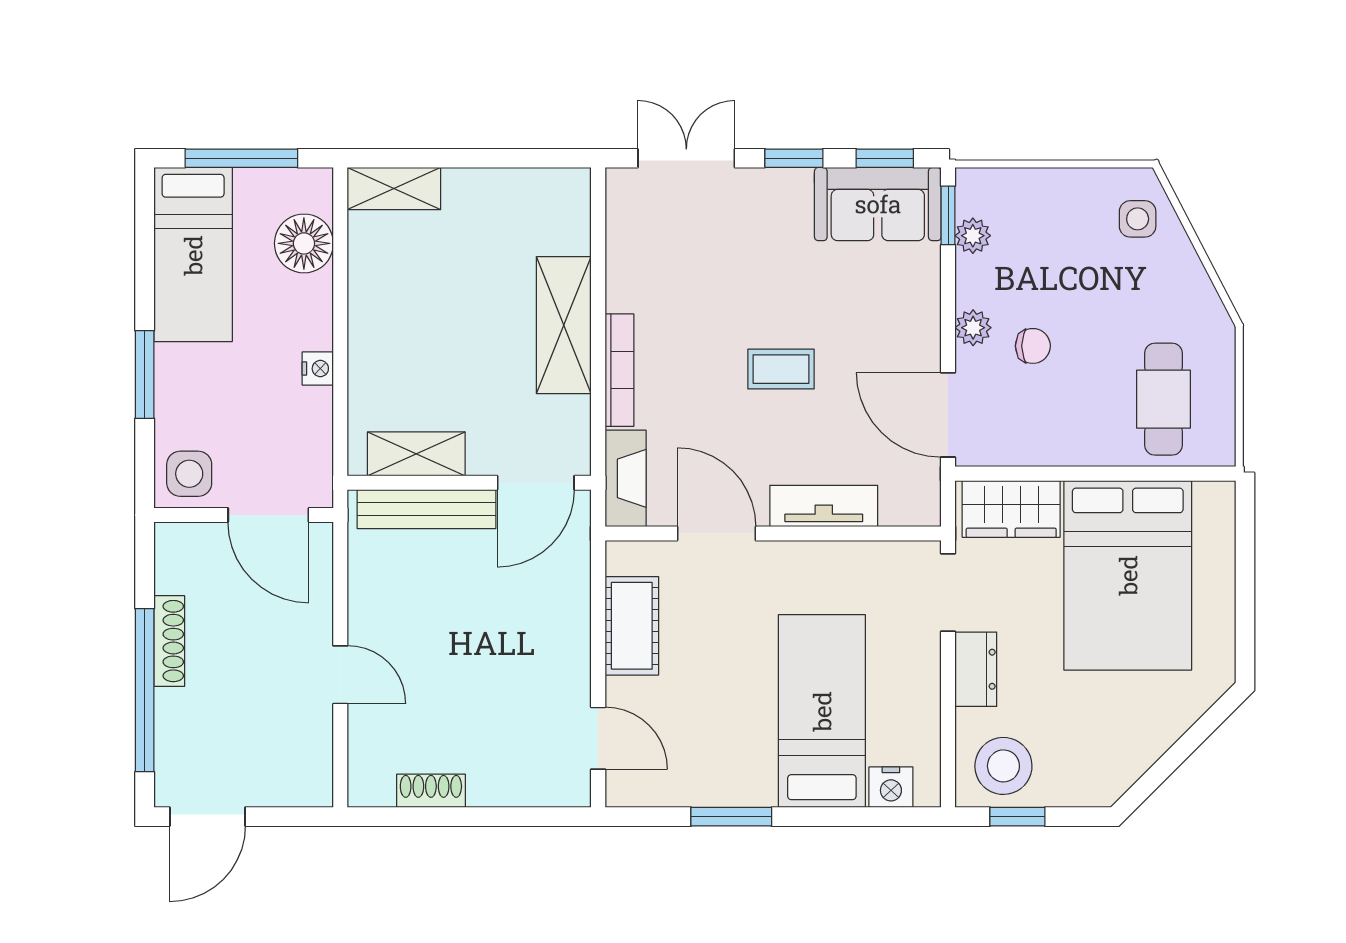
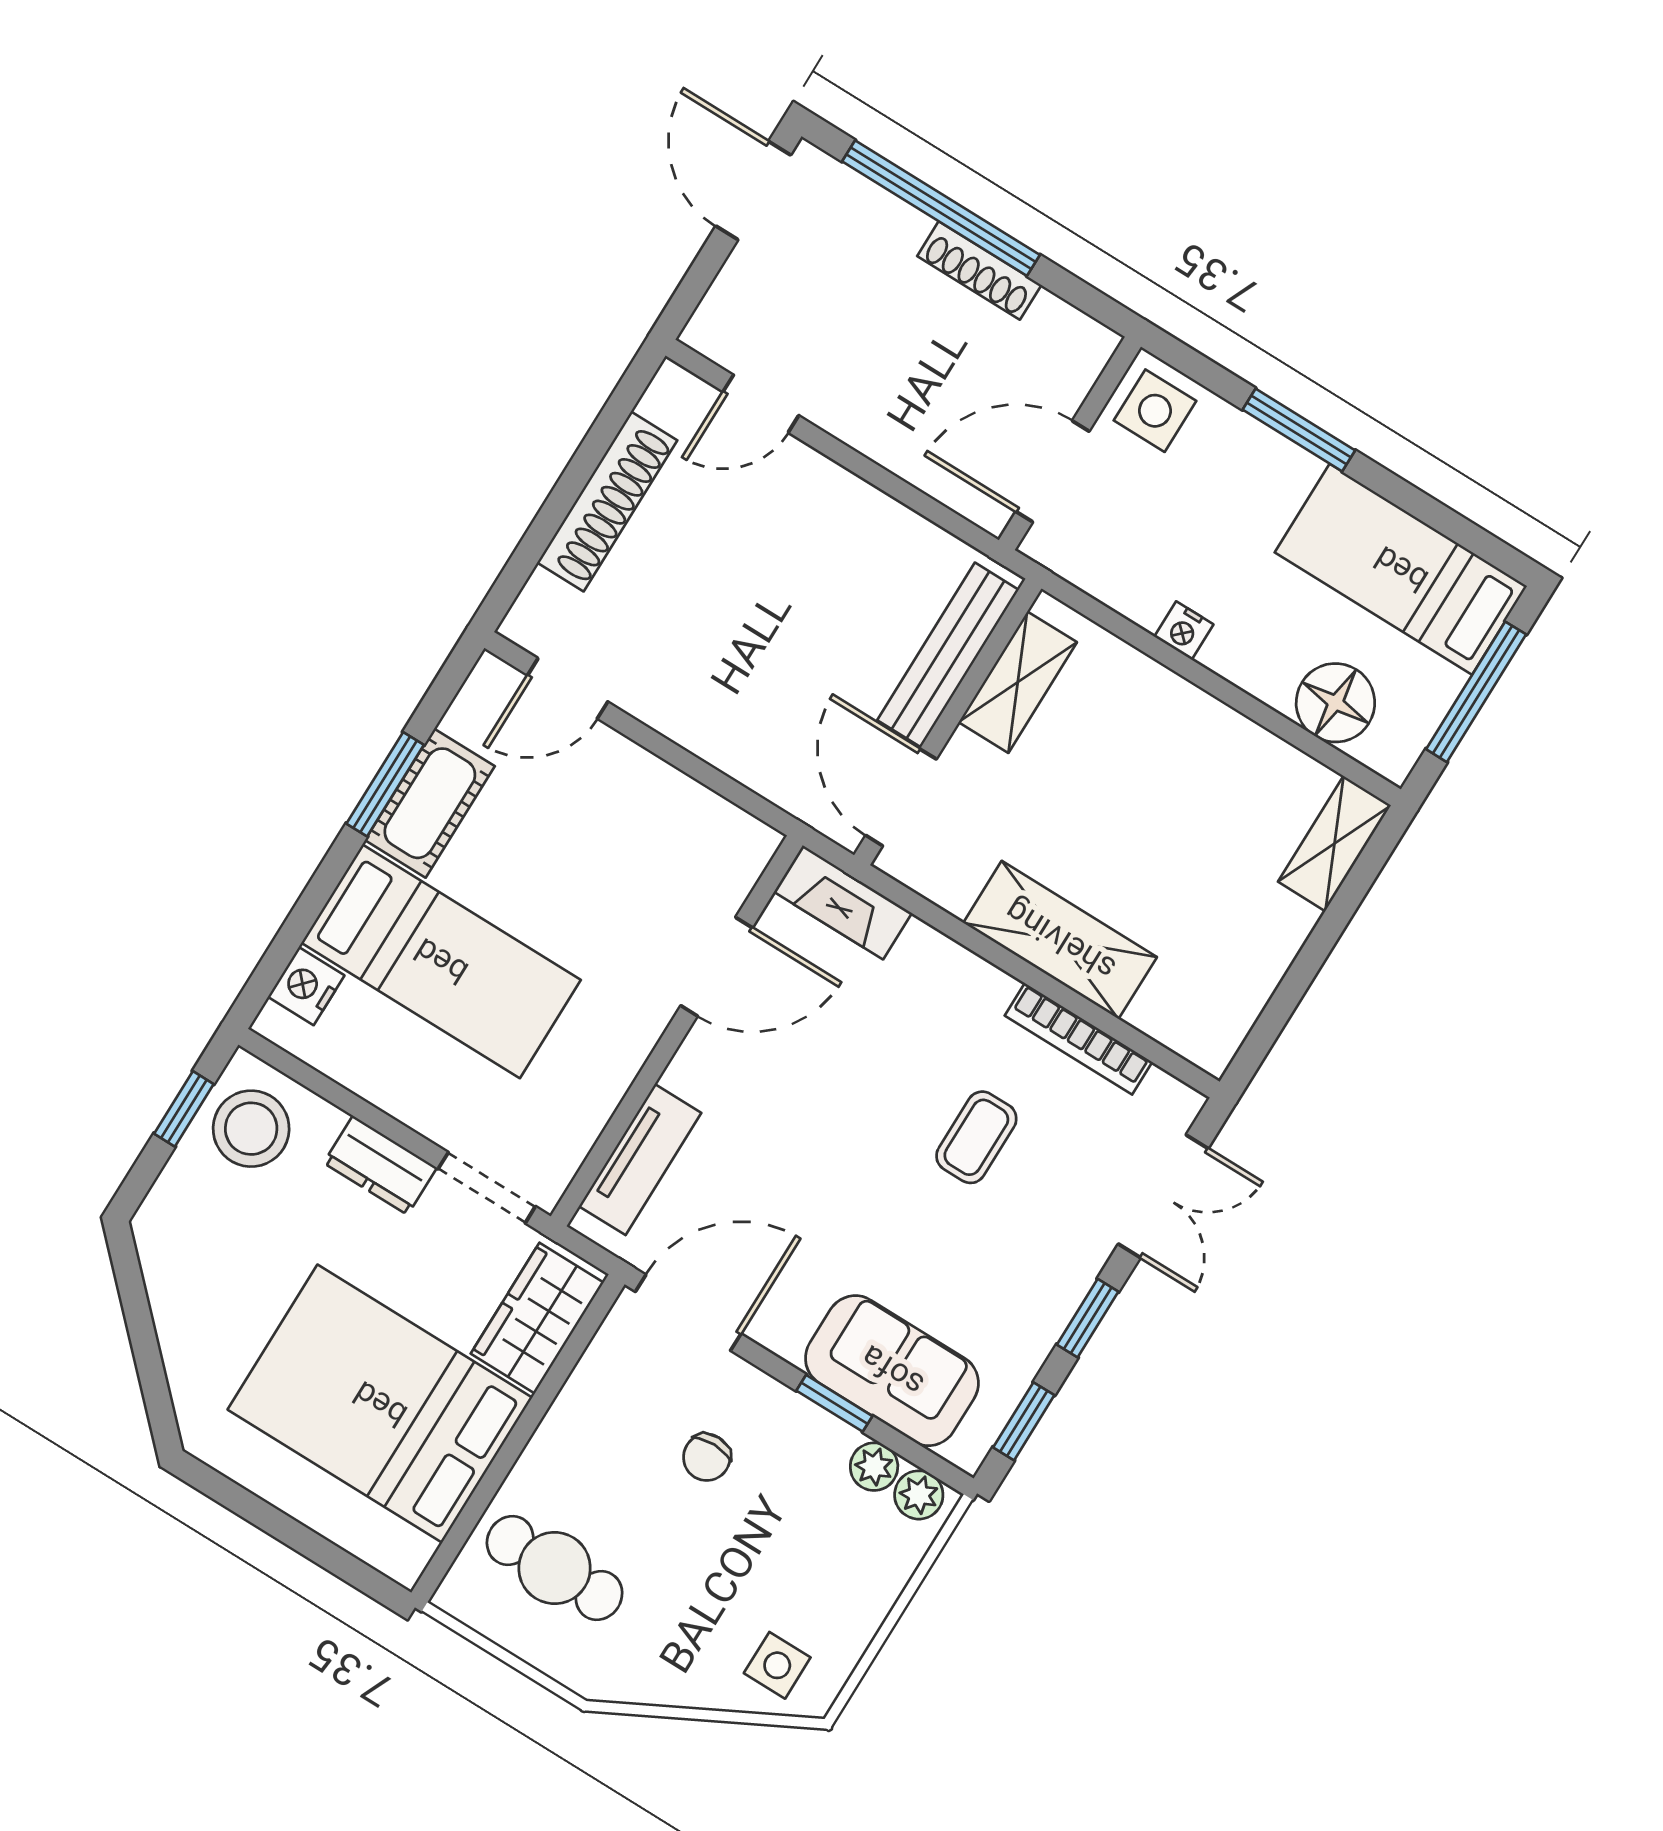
sofa: (878, 204) -> (892, 1371), moved, turned 90
window: (948, 215) -> (834, 1403), moved
plant: (973, 328) -> (919, 1495), moved
coffee table: (781, 369) -> (976, 1137), moved
bookcase: (619, 370) -> (1078, 1039), moved
tv unit: (824, 506) -> (640, 1160), moved
cot: (632, 626) -> (430, 803), moved, turned 90
door: (340, 675) -> (761, 404), moved
shoe rack: (431, 791) -> (607, 501), width x1.94, depth x1.24

